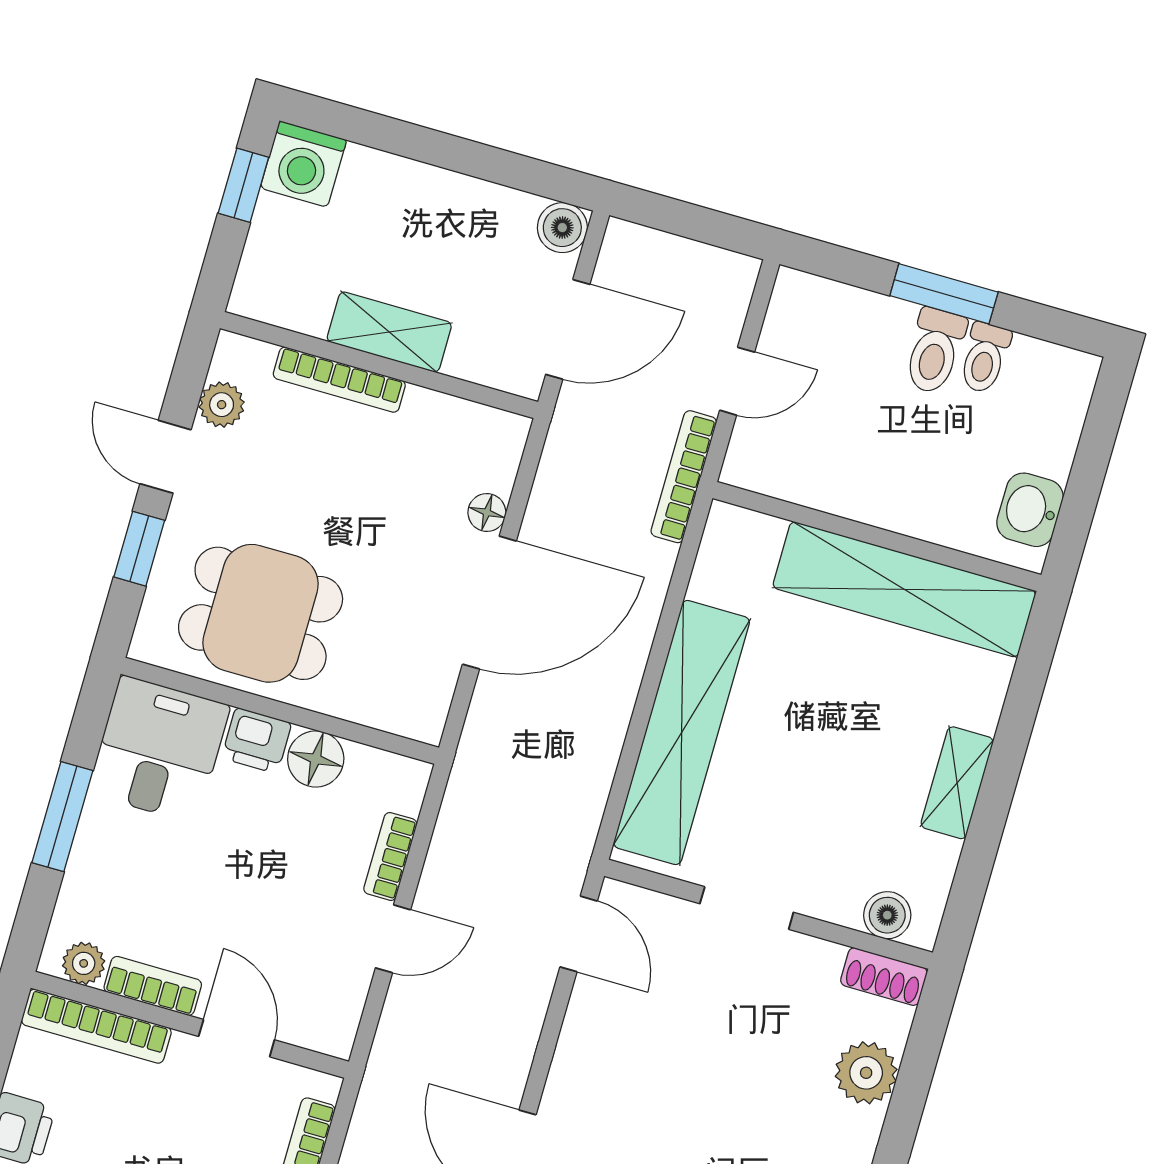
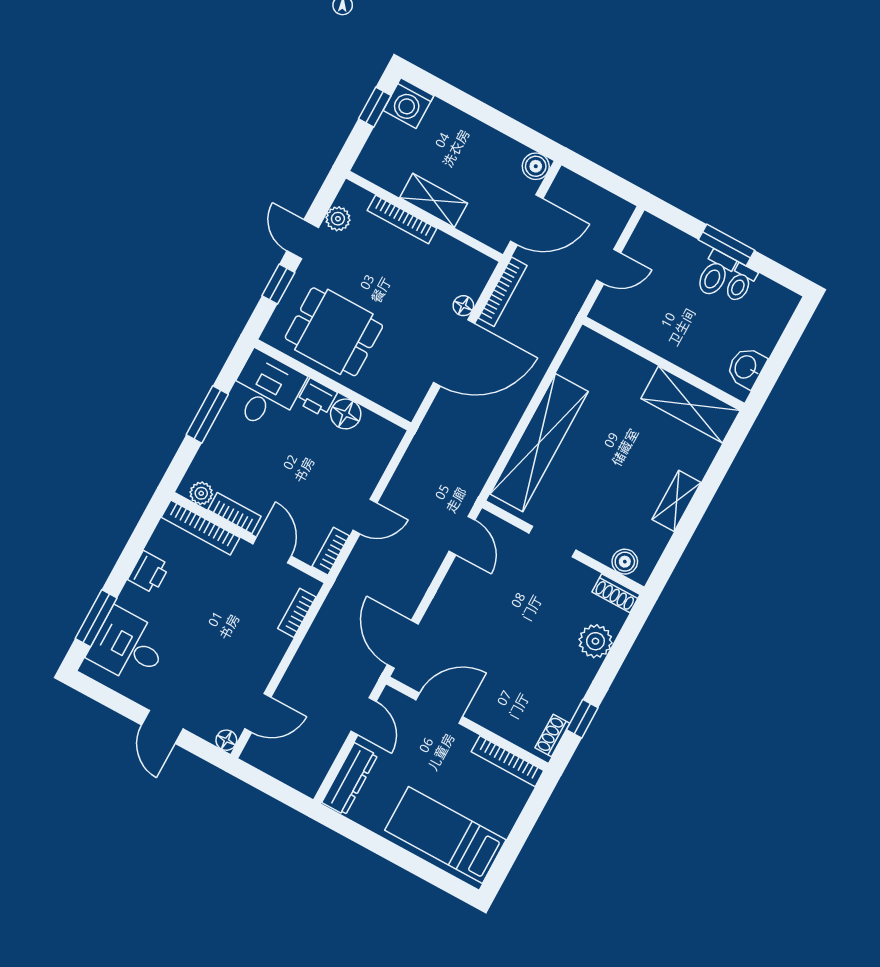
bookcase: (684, 477) -> (503, 292), moved, turned 180
shelving: (904, 589) -> (691, 405), width x0.68
bookcase: (390, 856) -> (331, 551), moved

